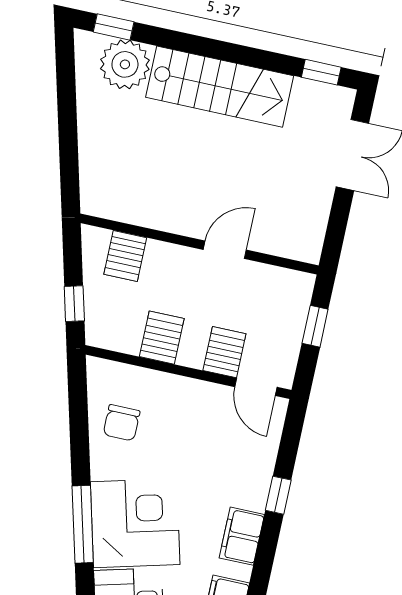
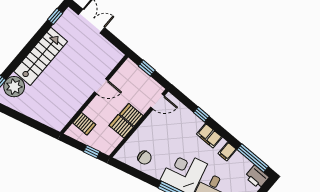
door: (225, 250) -> (101, 86), swing flipped
server rack: (224, 352) -> (131, 115), moved

